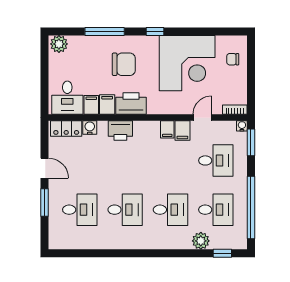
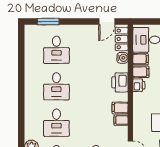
printer: (131, 104) -> (139, 85), width x0.53, depth x0.68
filing cabinet: (182, 131) -> (120, 108), moved
door: (45, 168) -> (107, 22), moved
window: (45, 203) -> (48, 22), moved

